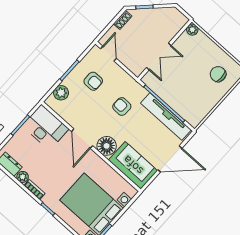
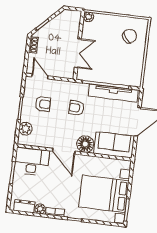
chair: (218, 74) -> (130, 36), turned 140

